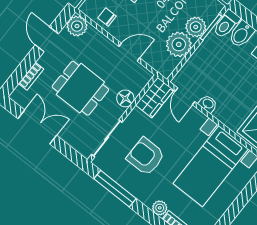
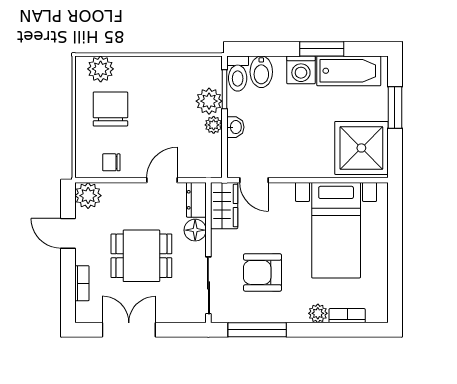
plant: (179, 44) -> (214, 125), width x0.53, depth x0.53
dresser: (141, 81) -> (196, 200), added
washbasin: (208, 104) -> (235, 127), moved, turned 90

